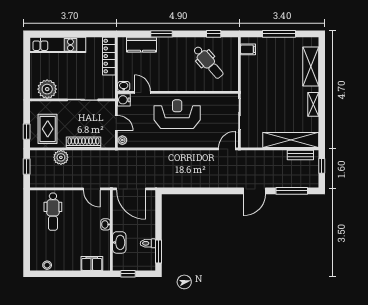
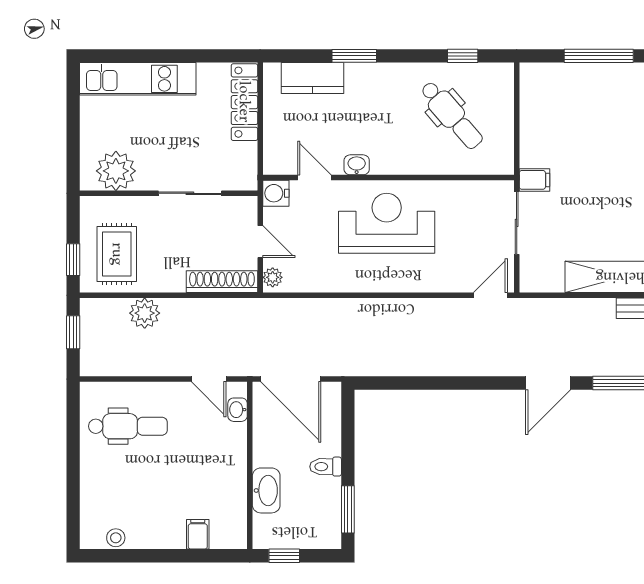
filing cabinet: (248, 49) -> (534, 180), moved
washbasin: (124, 86) -> (357, 165), moved
shoe rack: (83, 142) -> (222, 282), moved
dental chair: (53, 212) -> (128, 426), turned -90
washbasin: (106, 224) -> (238, 410), moved
toilet: (148, 243) -> (326, 467), moved
filing cabinet: (92, 263) -> (198, 534), width x0.50

